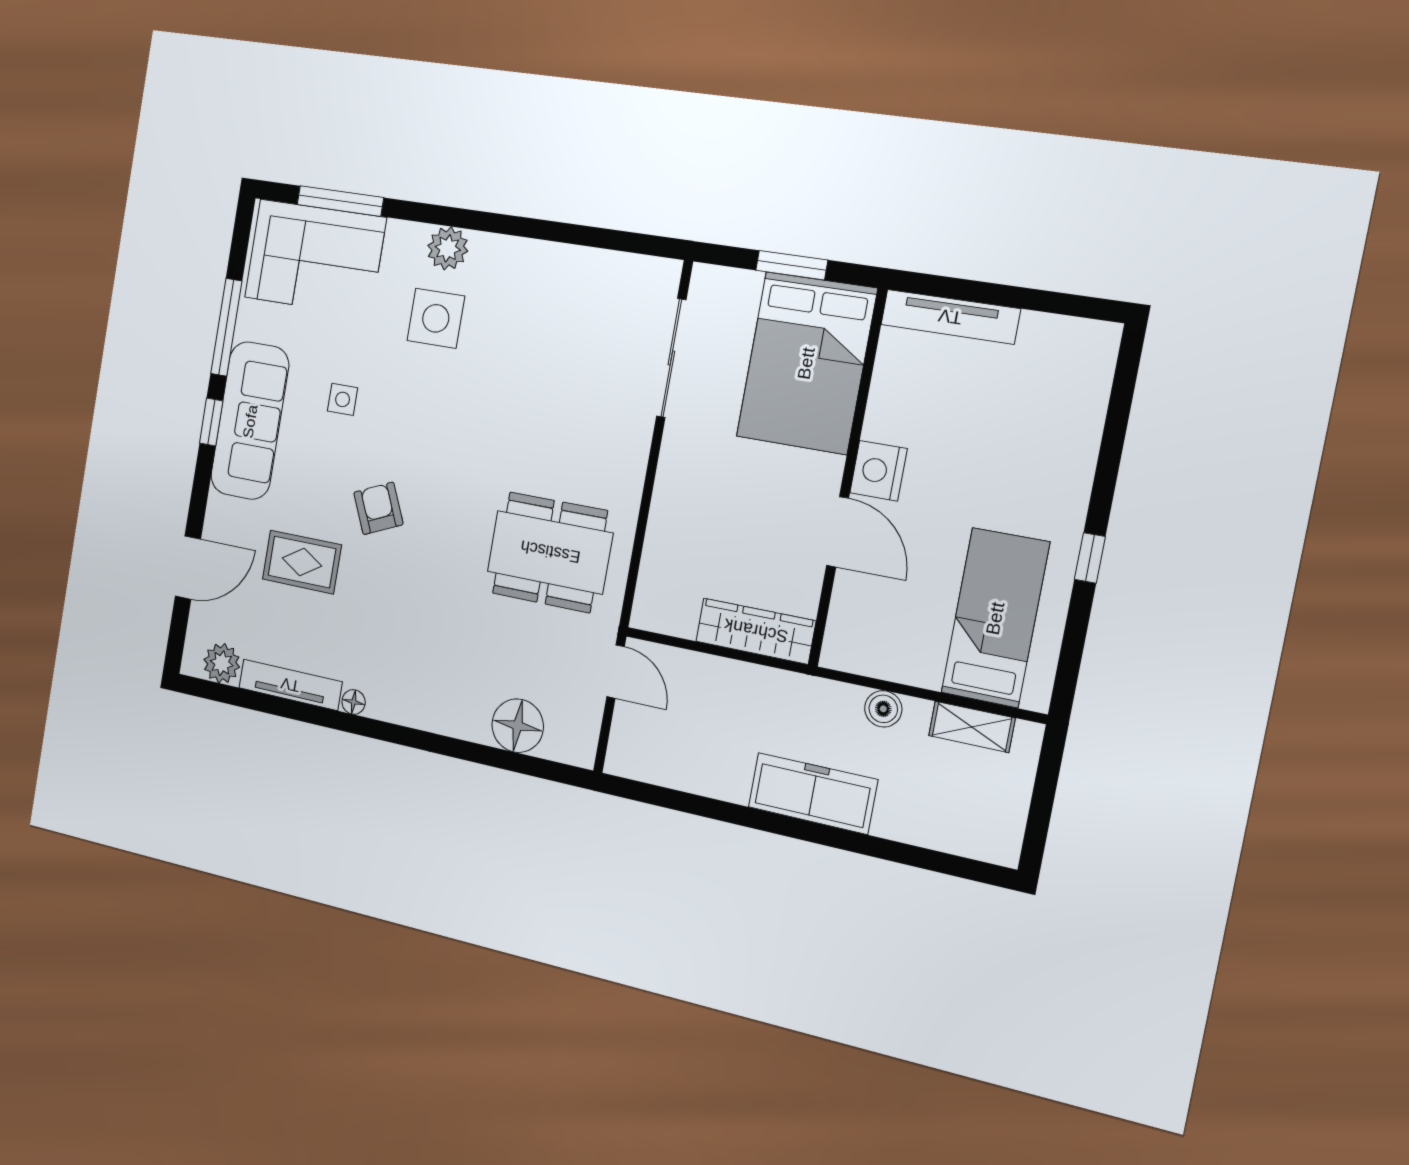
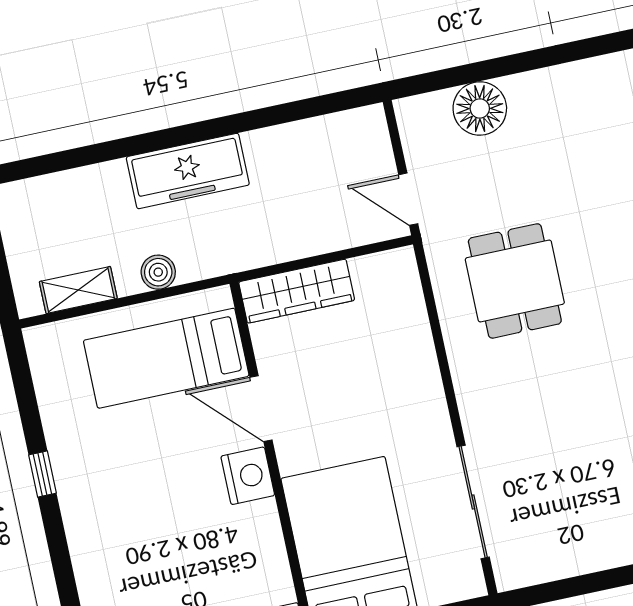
dining table: (550, 552) -> (515, 281), width x0.73
bed: (995, 618) -> (166, 358), moved, turned 90

